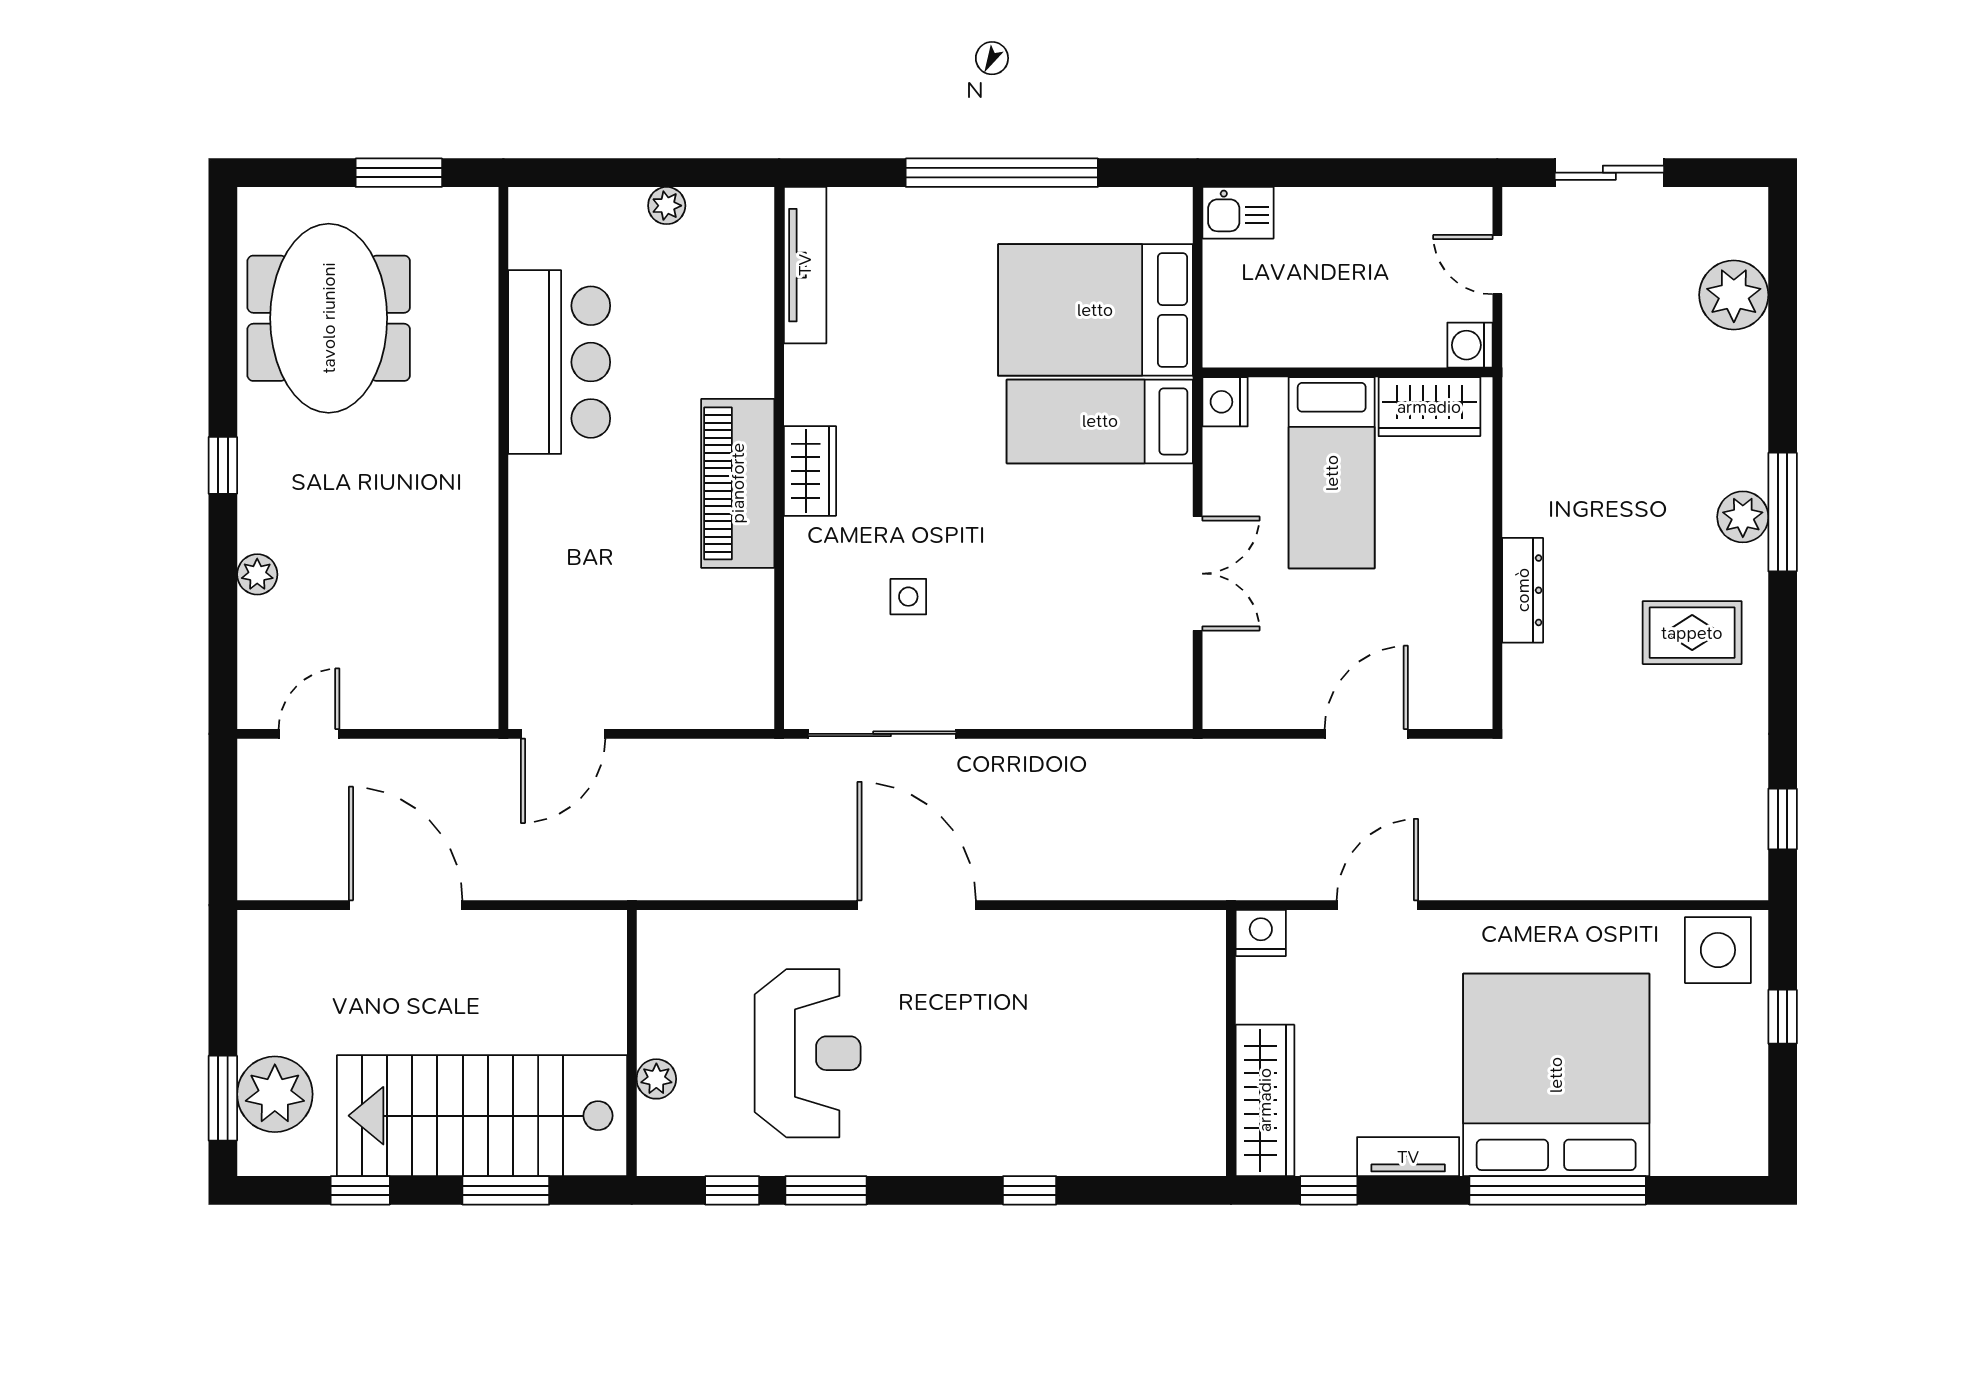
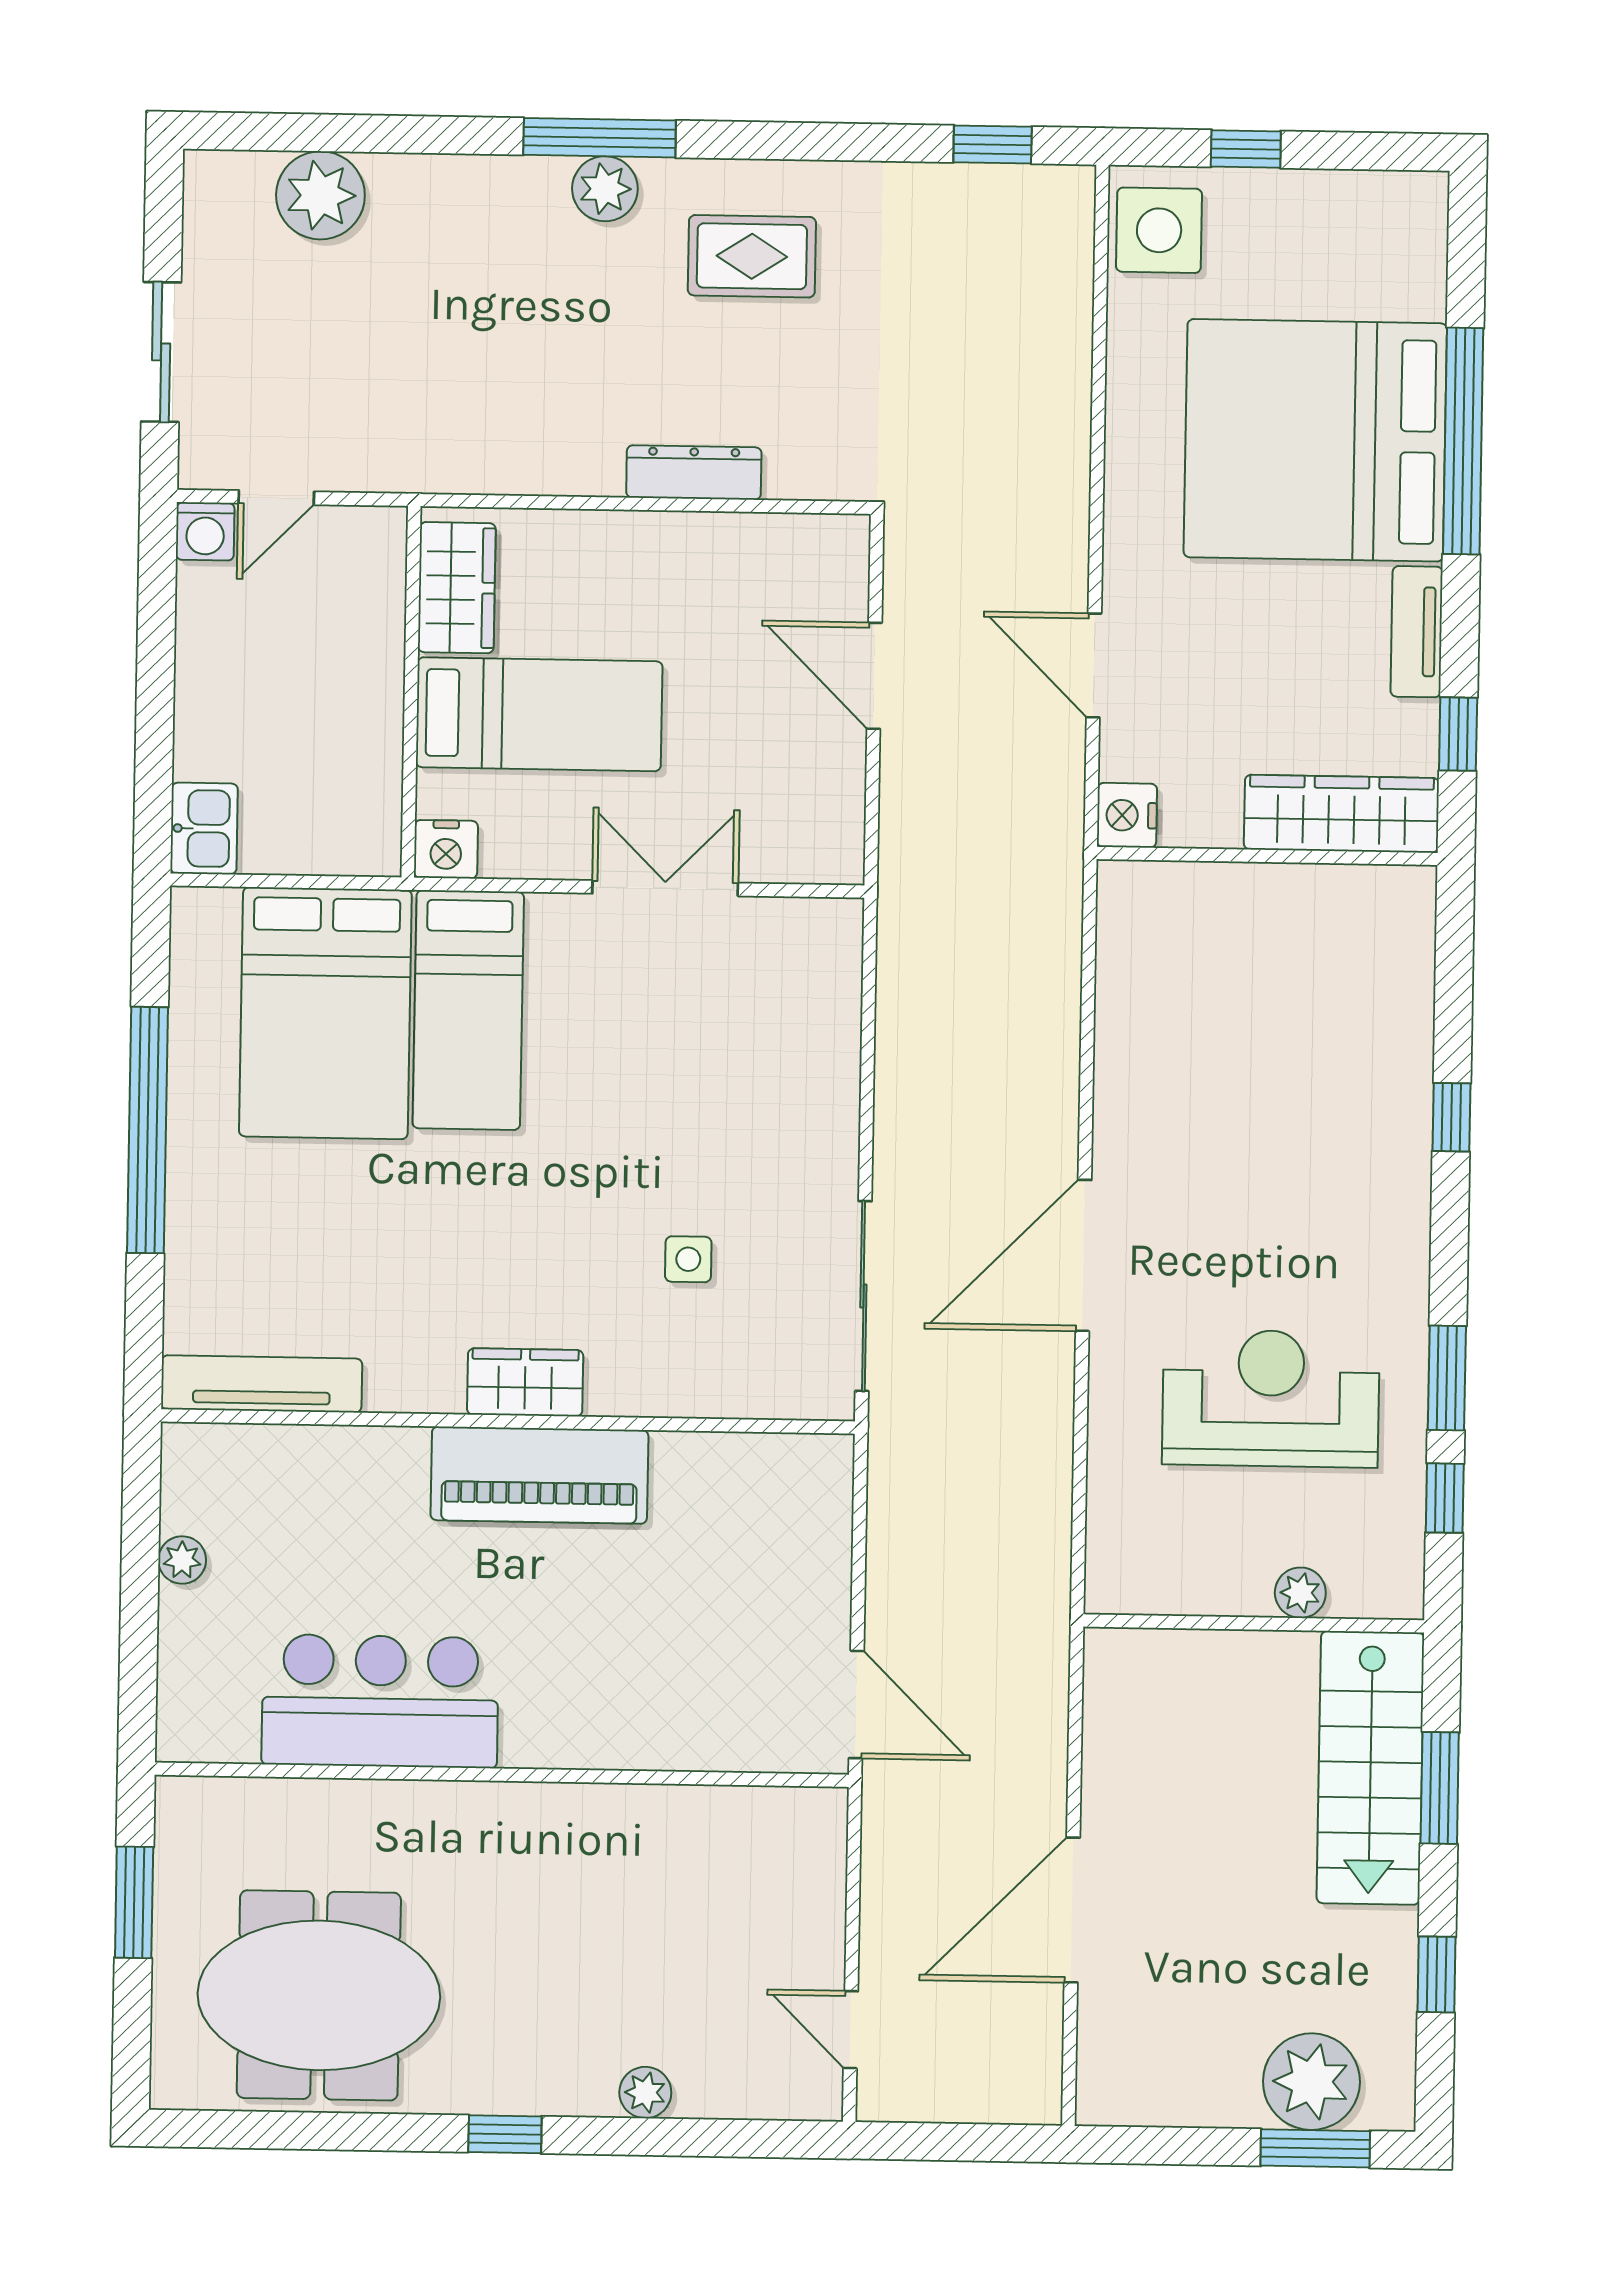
washing machine: (1470, 345) -> (205, 531), moved
rug: (1692, 633) -> (752, 256), turned 90
stairs: (482, 1116) -> (1370, 1768), width x0.73, depth x0.66

